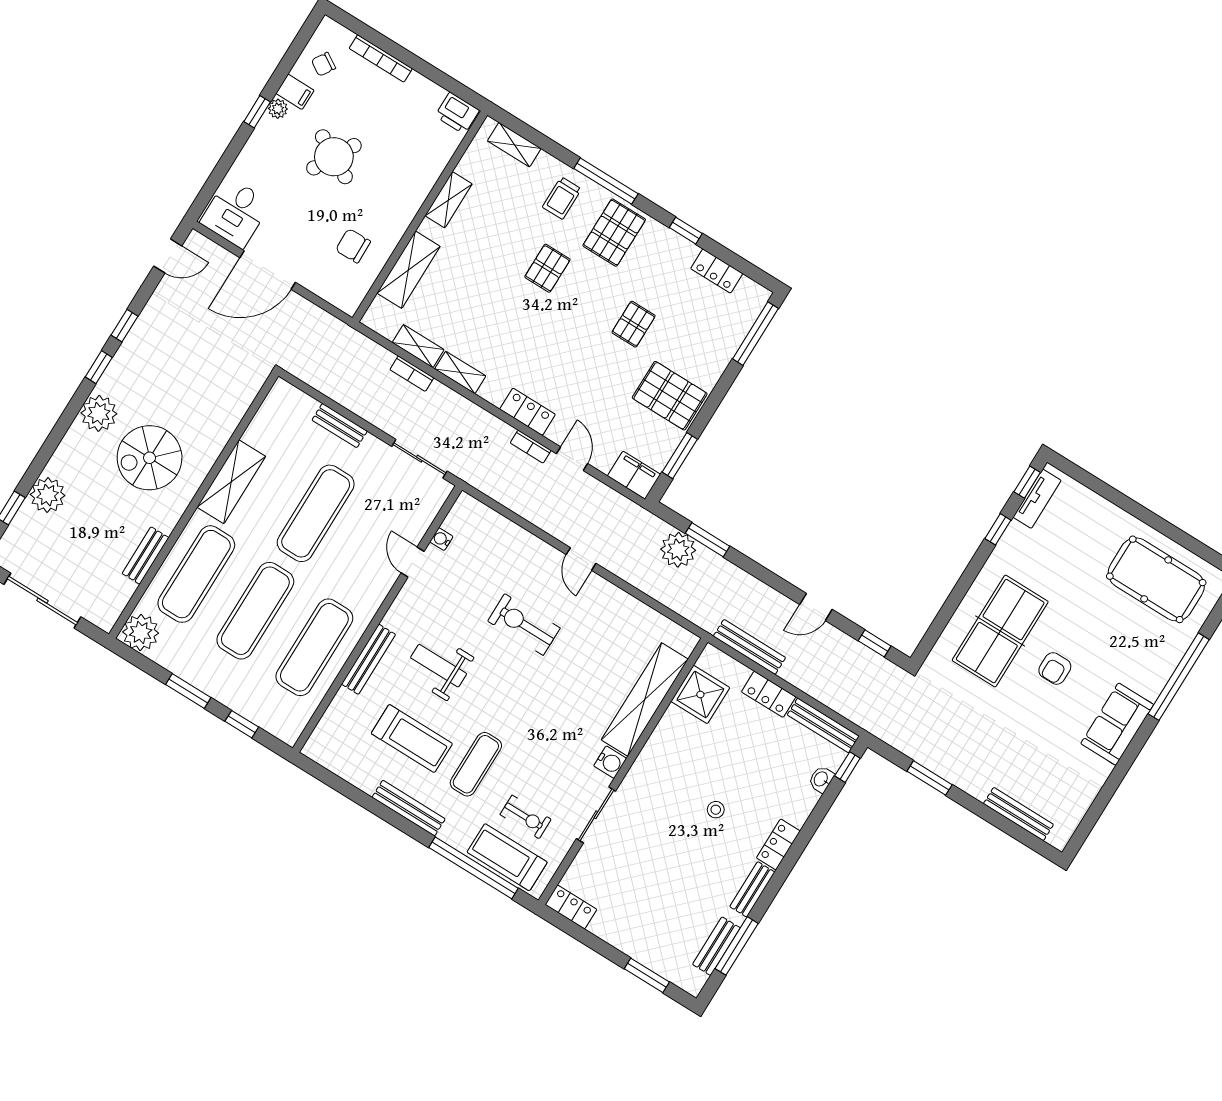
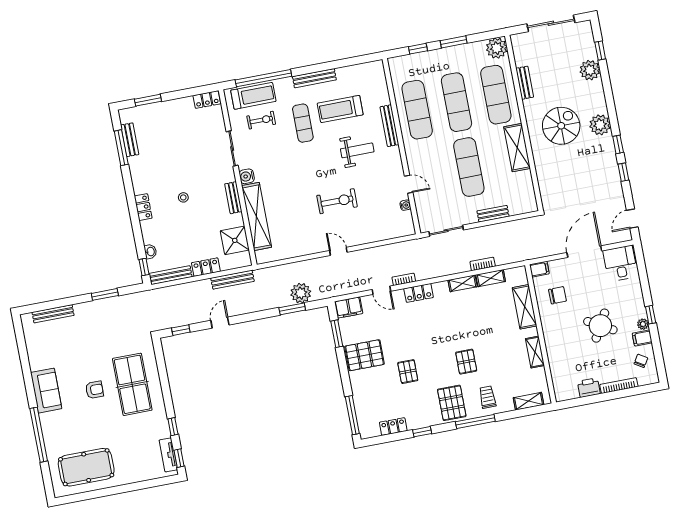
printer: (457, 113) -> (589, 388), moved
filing cabinet: (346, 300) -> (539, 269), added
armchair: (1055, 668) -> (94, 390), turned 90
exercise bike: (526, 817) -> (261, 120), turned 180
bench: (752, 889) -> (233, 198), moved

